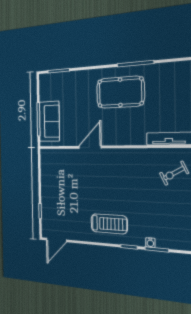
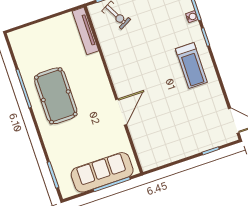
sofa: (49, 121) -> (102, 172), width x1.36
door: (90, 147) -> (121, 112), swing flipped
treadmill: (109, 224) -> (191, 66), turned 180

